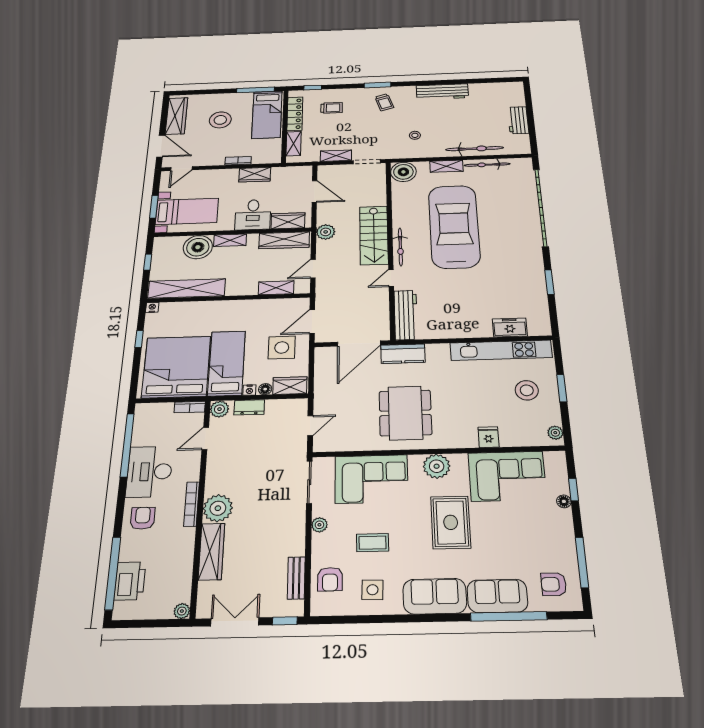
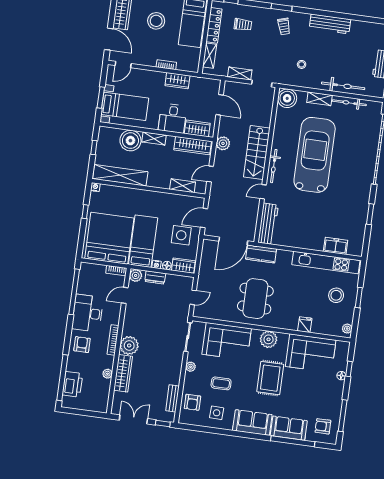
plant: (182, 611) -> (107, 374), moved

